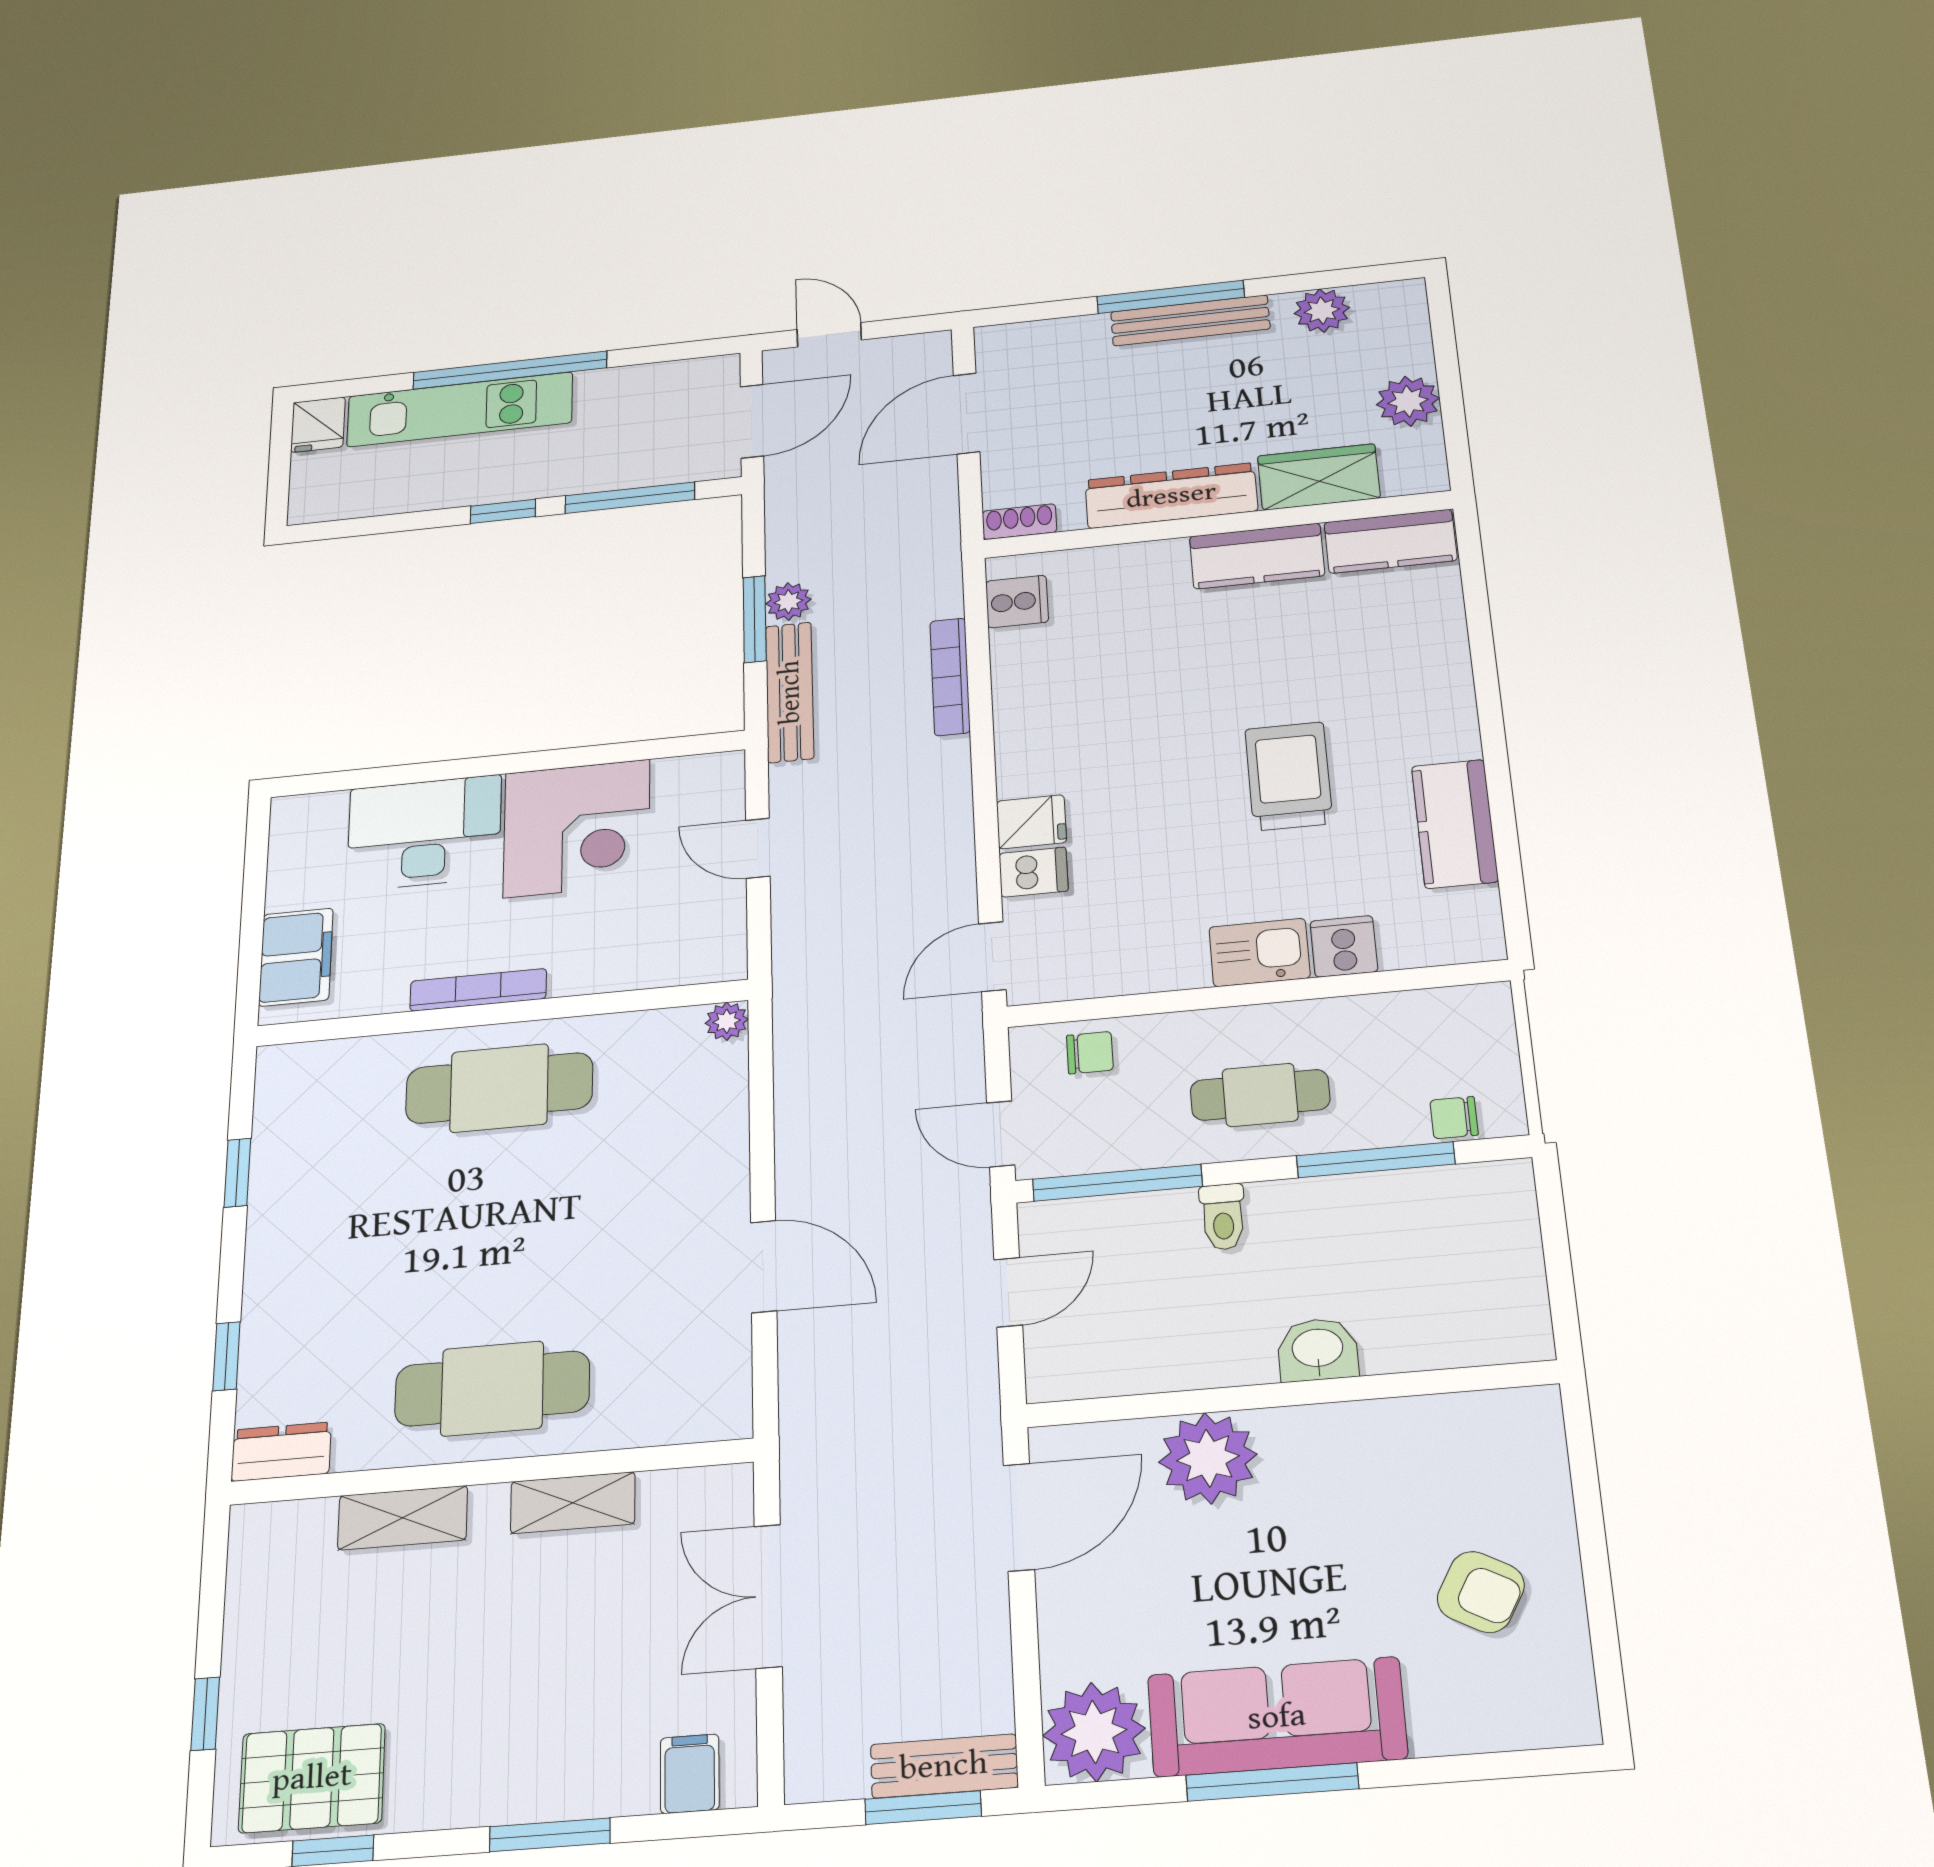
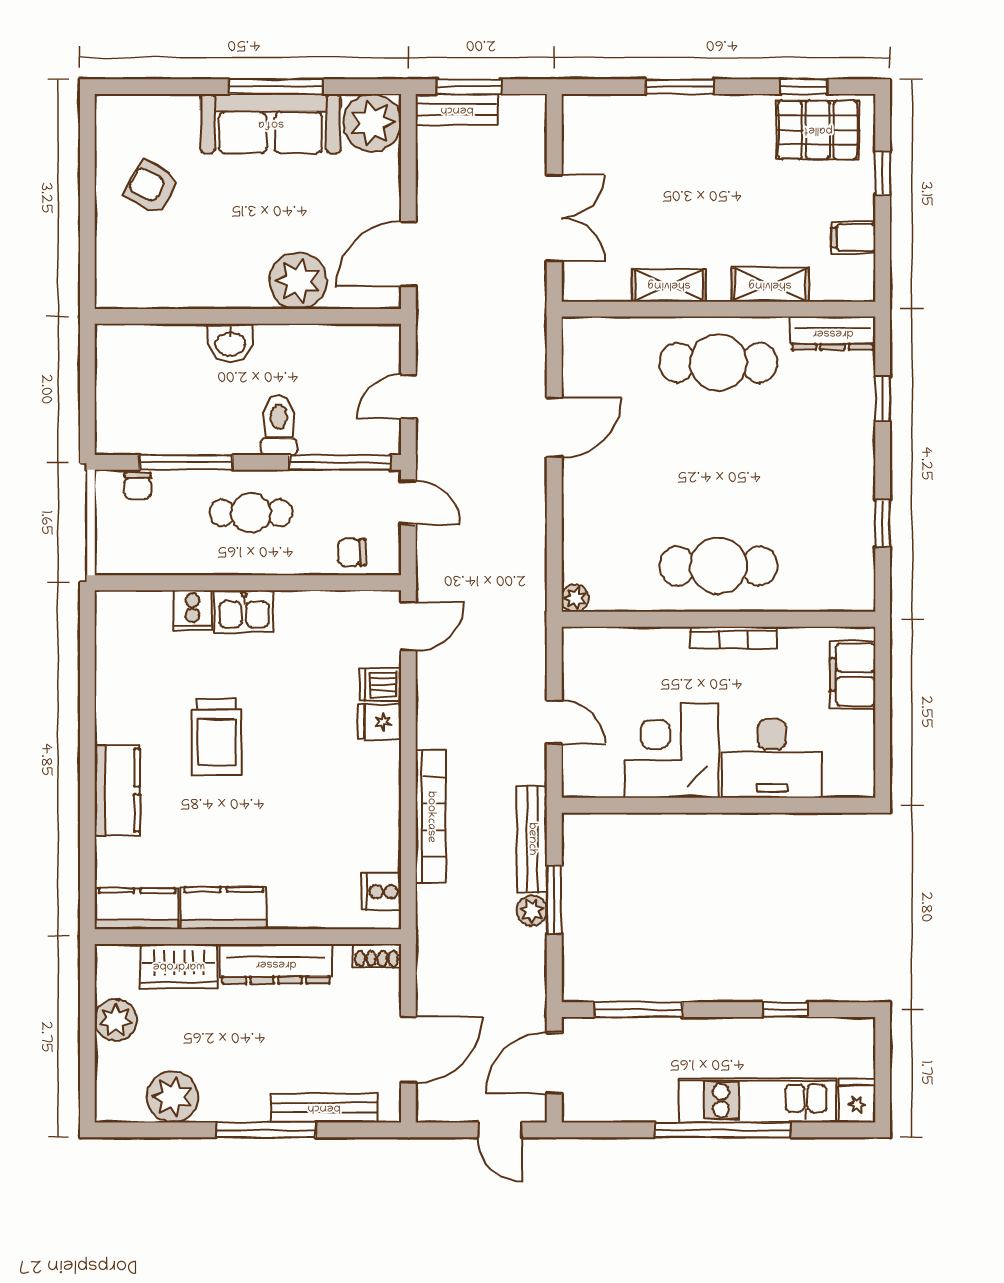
plant: (1322, 311) -> (172, 1097), width x1.36, depth x1.36
bench: (1190, 320) -> (324, 1108), moved
window: (503, 511) -> (785, 1010), moved
bookcase: (950, 677) -> (431, 817), width x1.48, depth x1.31
kitchen counter: (1455, 824) -> (117, 790), moved
chair: (1454, 1118) -> (138, 486), turned 90
toilet: (1223, 1217) -> (279, 425), width x1.37, depth x1.39
door: (764, 1266) -> (554, 427), swing flipped
dresser: (281, 1452) -> (833, 333), width x1.44
filing cabinet: (690, 1774) -> (853, 238), moved, turned 90

